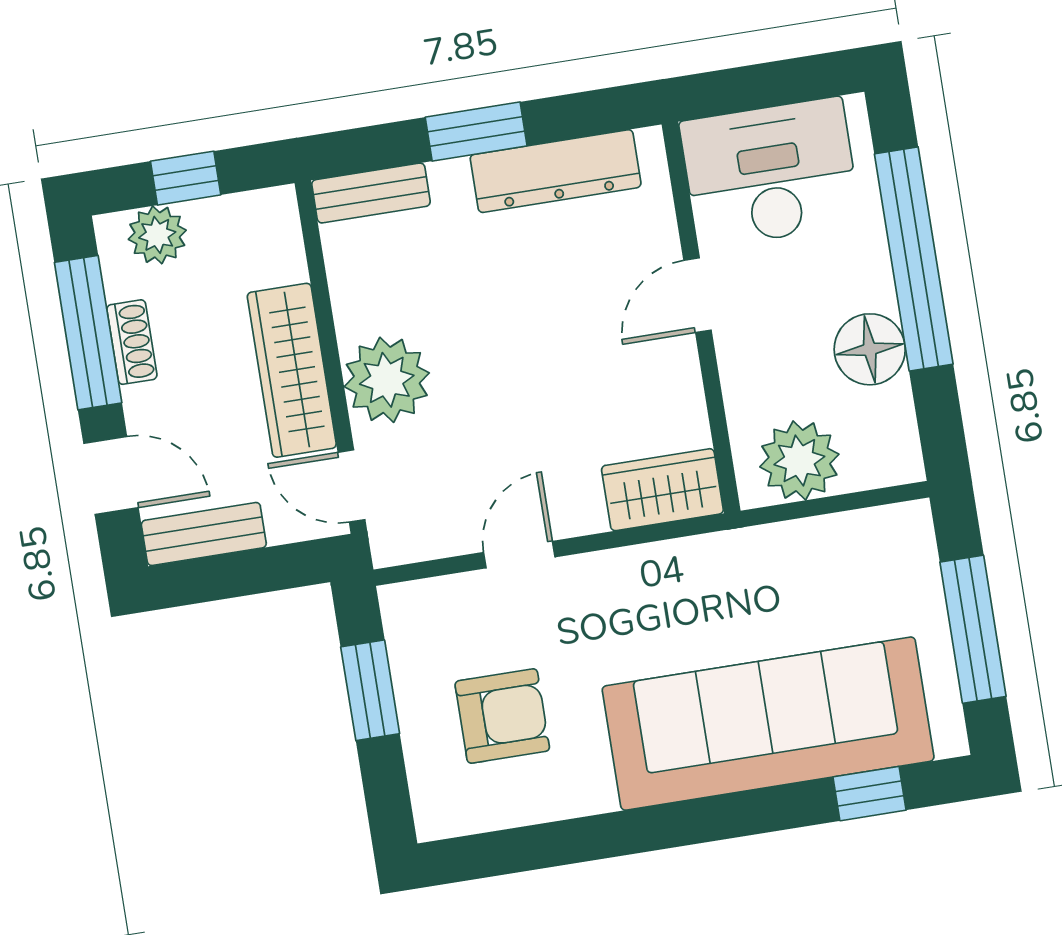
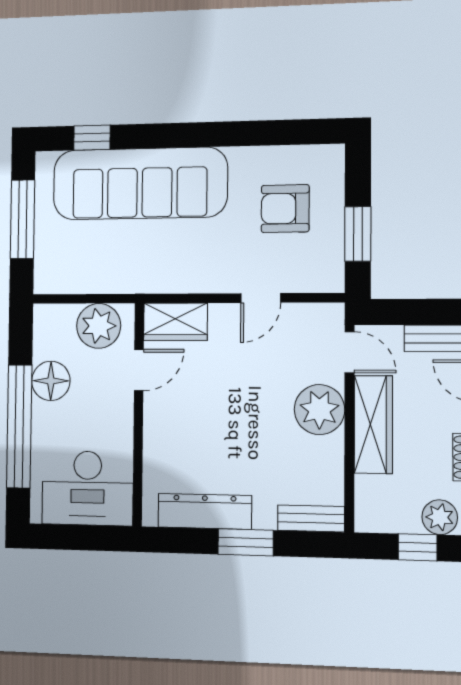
door: (698, 295) -> (139, 370), moved

